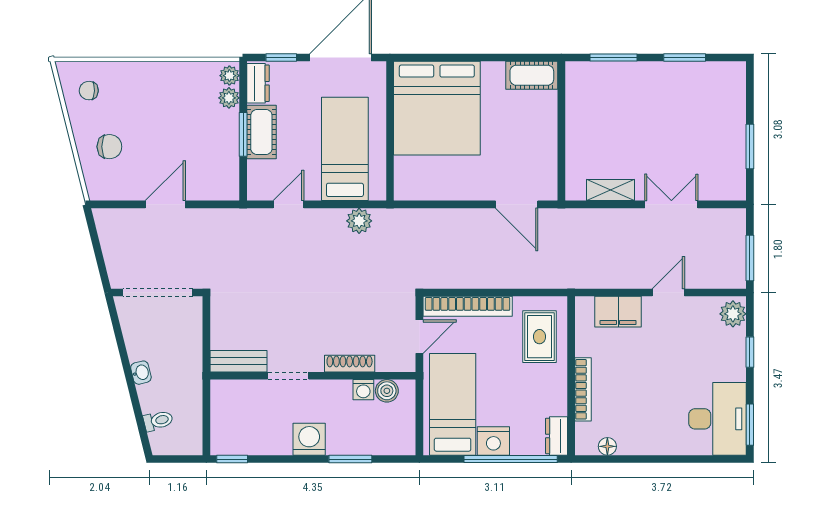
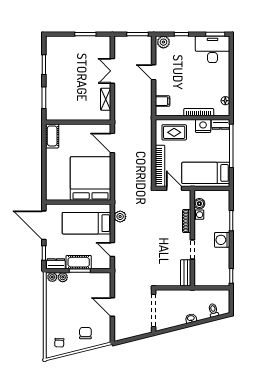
bed: (437, 108) -> (91, 179), moved, turned -90
door: (517, 204) -> (112, 143), swing flipped
filing cabinet: (618, 312) -> (162, 101), width x0.50
nightstand: (493, 441) -> (203, 126), moved, turned -90

